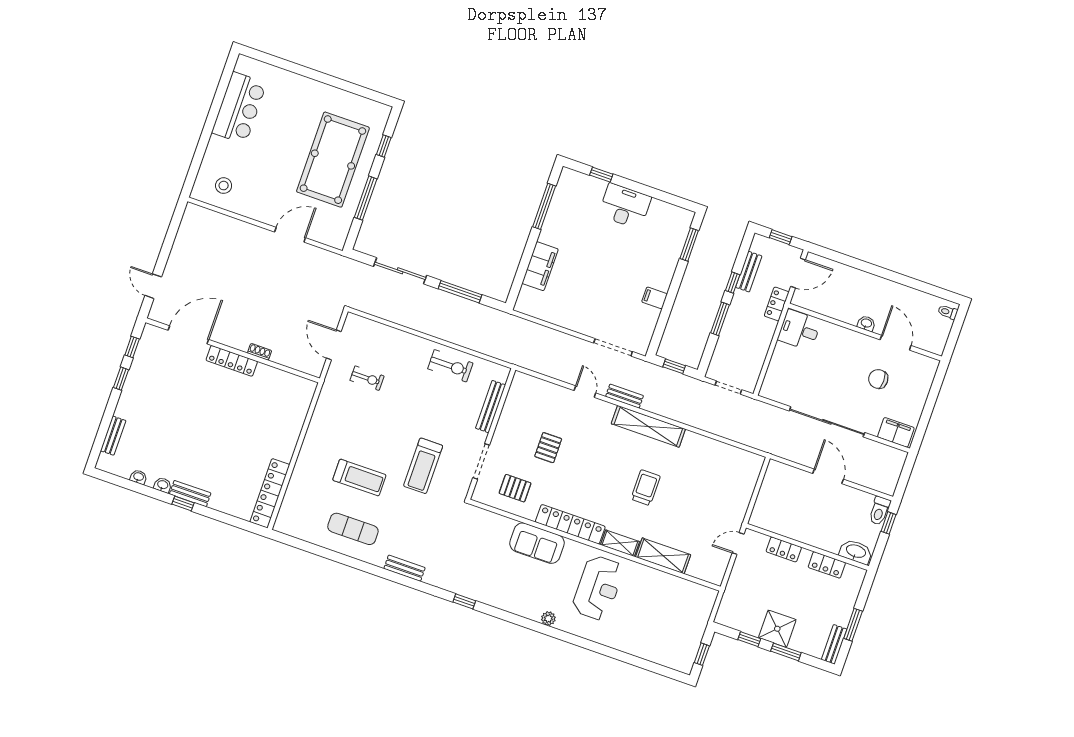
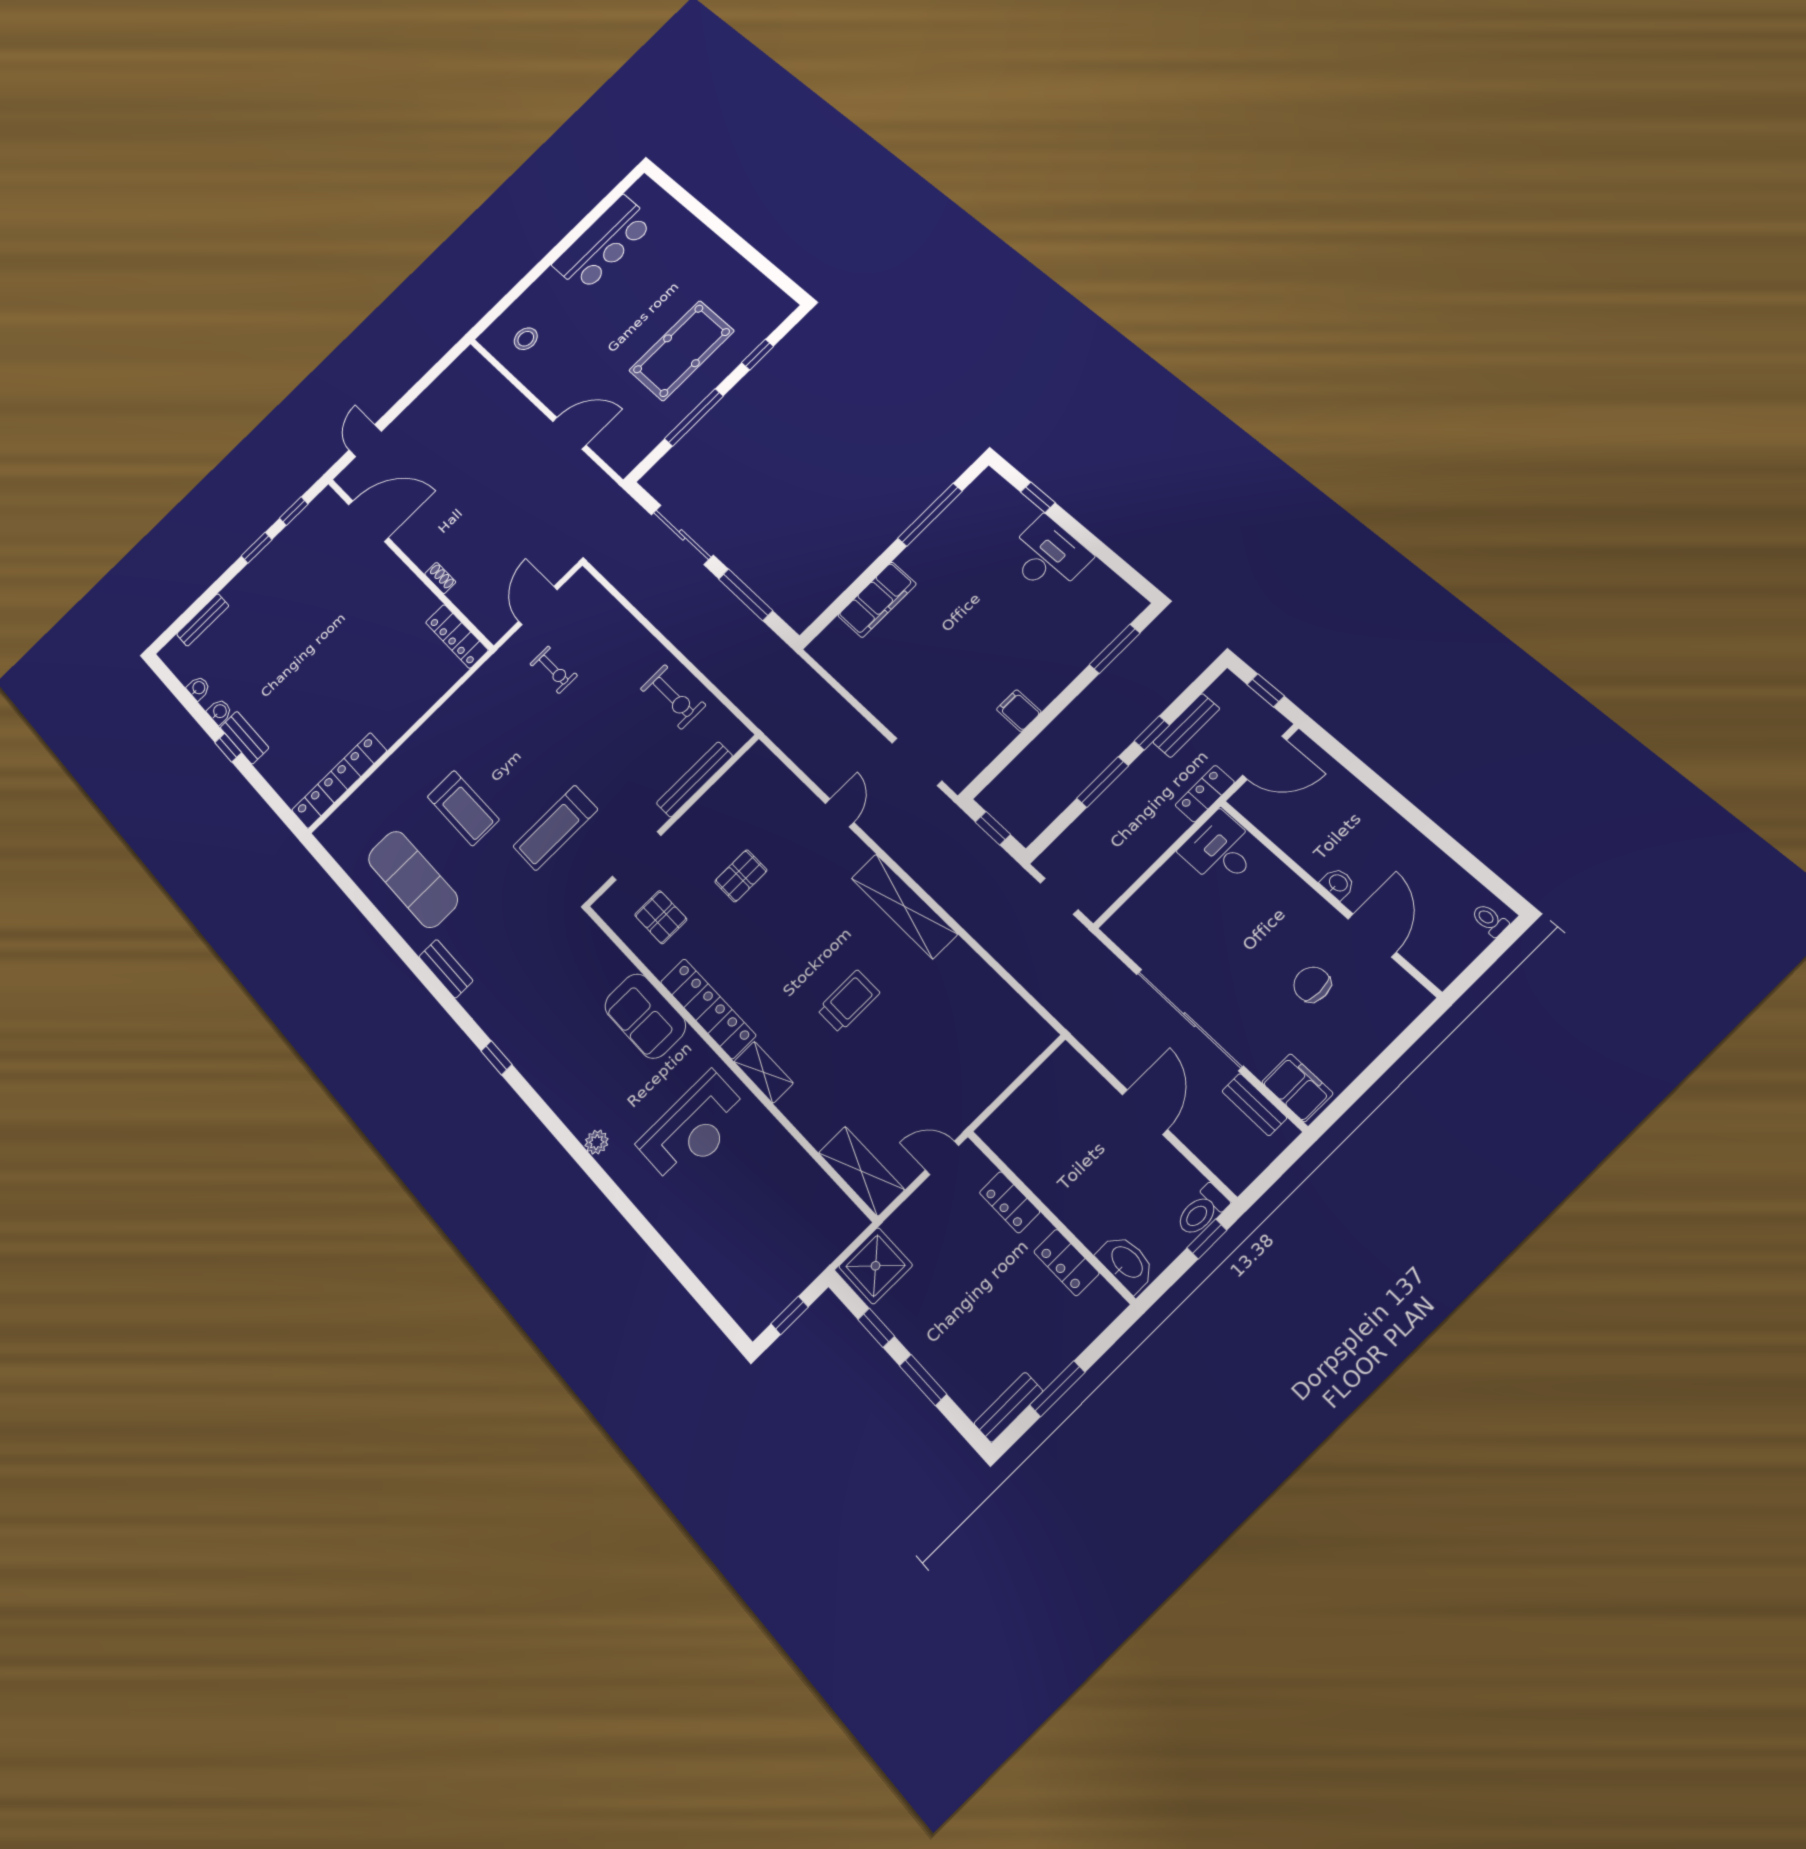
pool table: (333, 160) -> (681, 351), width x0.73, depth x0.76
locker: (232, 361) -> (457, 636), moved
bench: (624, 396) -> (1254, 1105), moved
exercise mat: (353, 529) -> (413, 879), width x1.36, depth x1.45
shelving: (663, 556) -> (861, 1171), moved
shower: (777, 629) -> (876, 1266), moved

